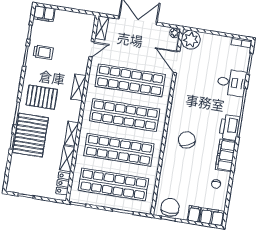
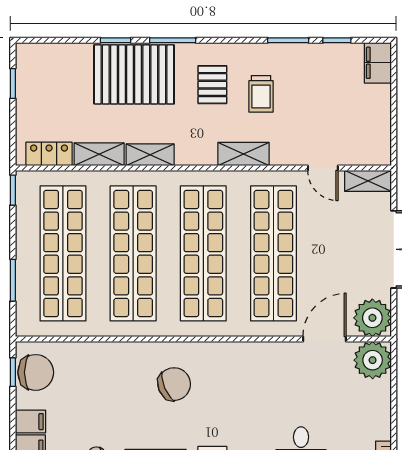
plant: (175, 33) -> (372, 318), width x1.87, depth x1.87
trolley: (43, 52) -> (261, 94), moved
pallet: (42, 97) -> (212, 85), width x0.67, depth x0.71

